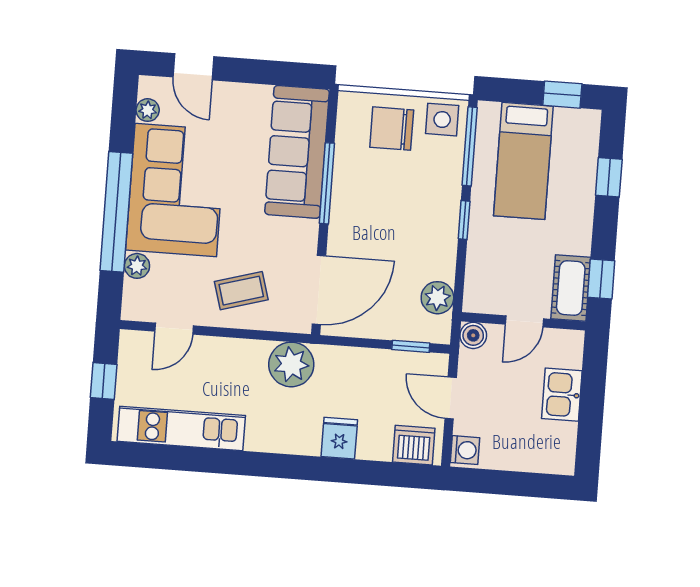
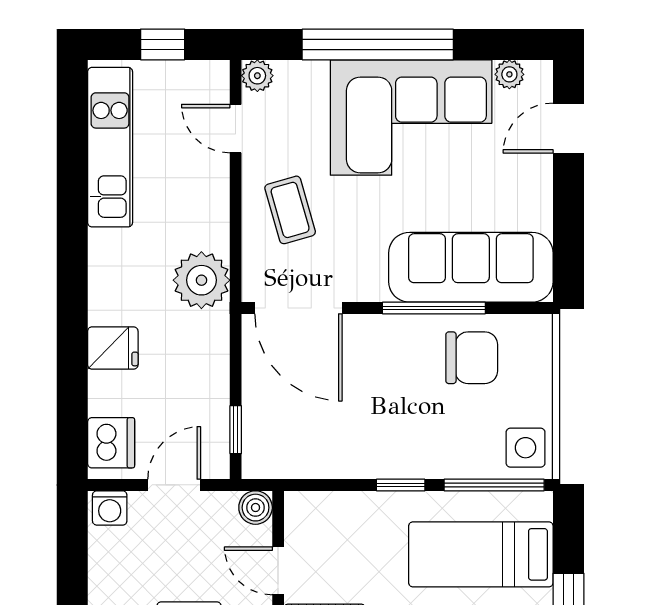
chair: (392, 129) -> (472, 358), moved, turned 90
plant: (137, 266) -> (257, 76), moved
plant: (437, 298) -> (300, 459), removed

